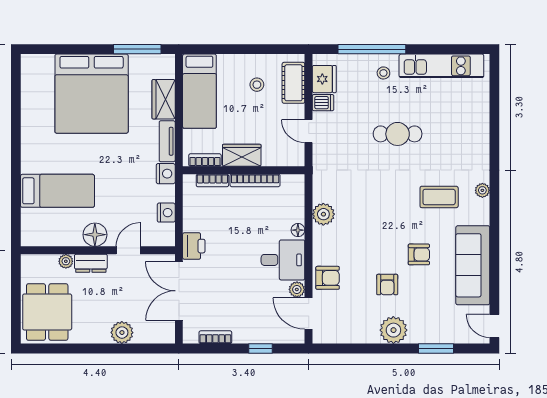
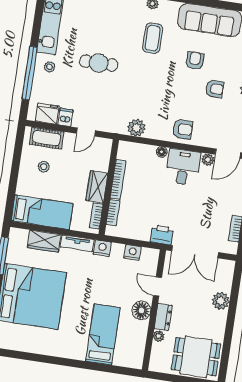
cafe table: (398, 134) -> (99, 63), turned 90
plant: (323, 214) -> (136, 128), moved
armchair: (328, 278) -> (183, 129), moved, turned 90

